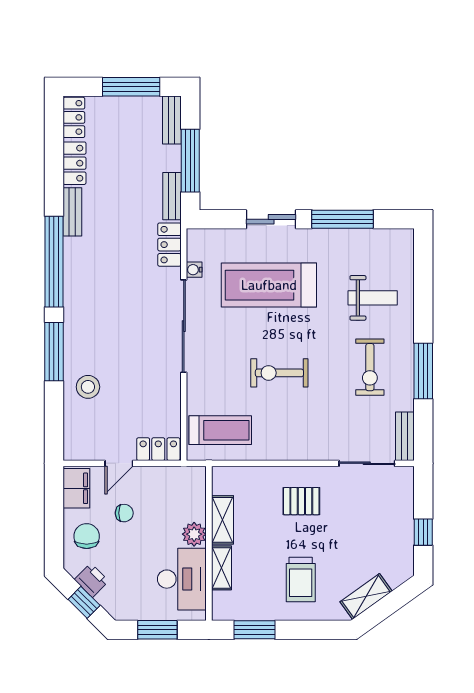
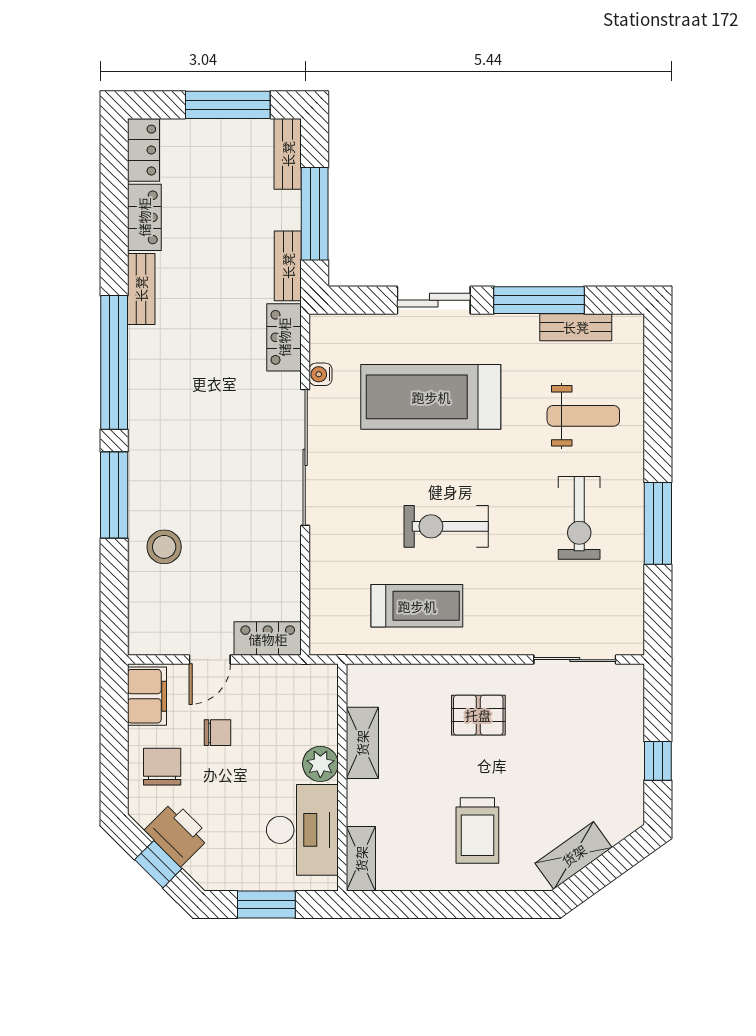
treadmill: (220, 430) -> (417, 606), moved
bench: (405, 436) -> (576, 327), moved, turned 90
shelving: (222, 568) -> (361, 859), moved
printer: (92, 580) -> (177, 834), width x1.36, depth x1.24
window: (255, 630) -> (410, 905), removed

